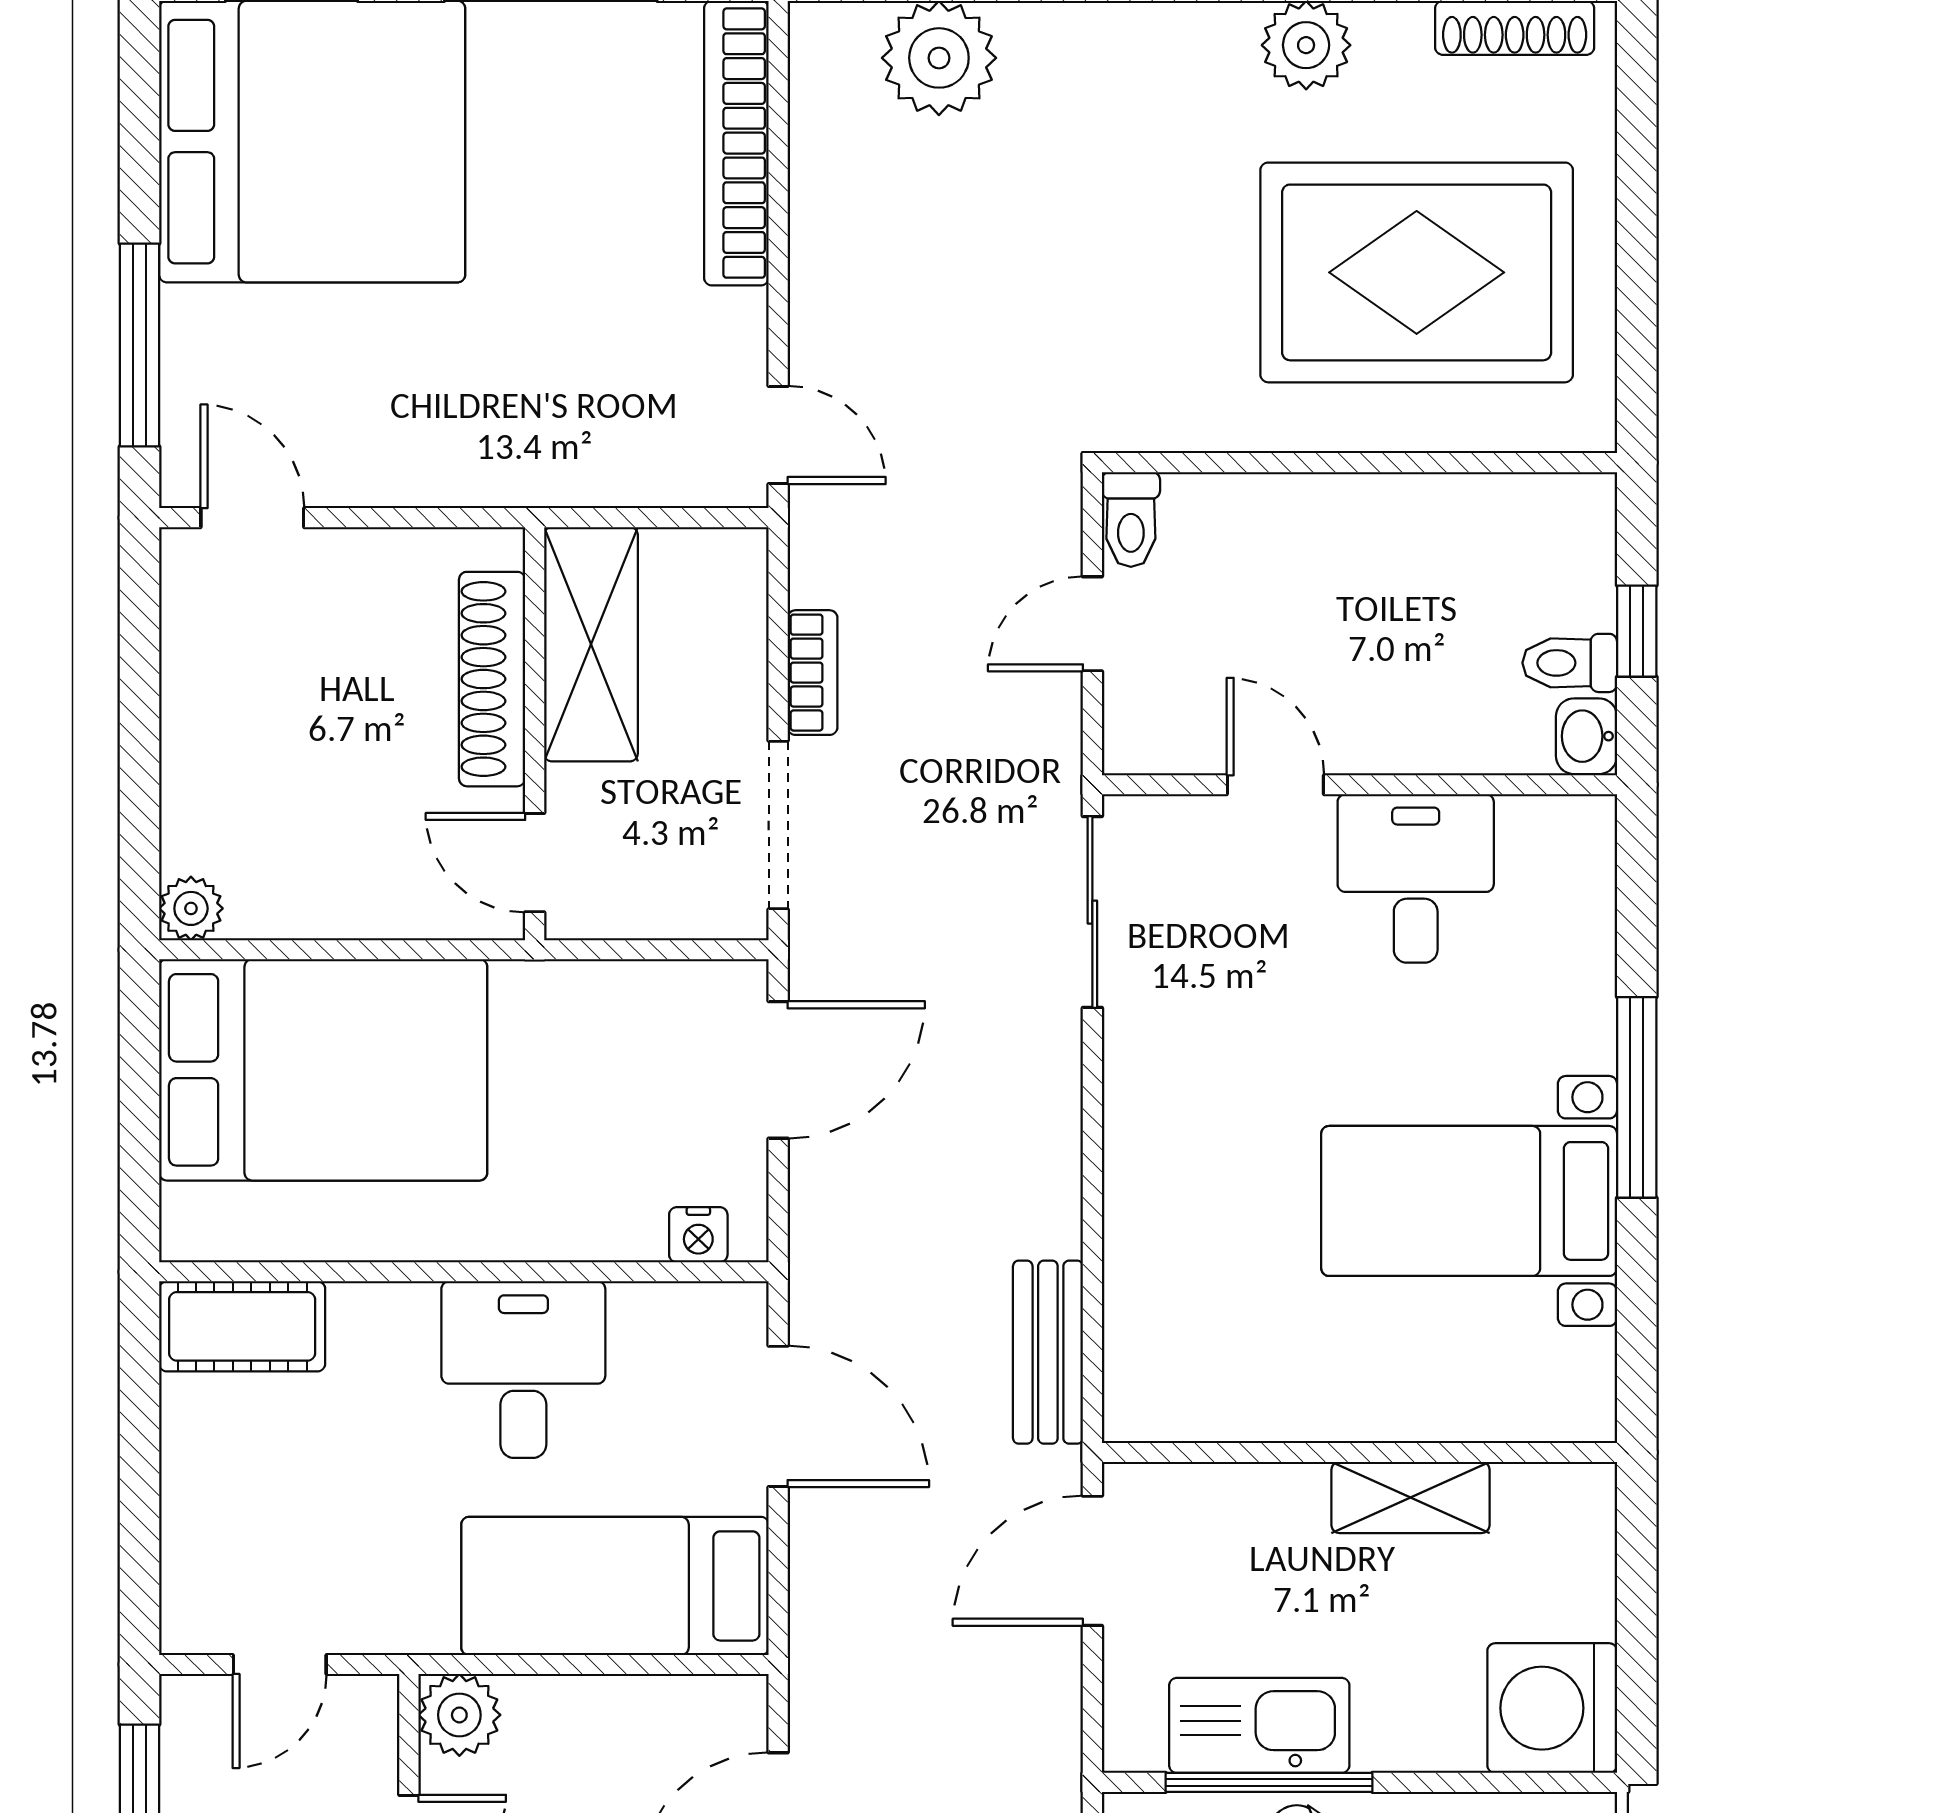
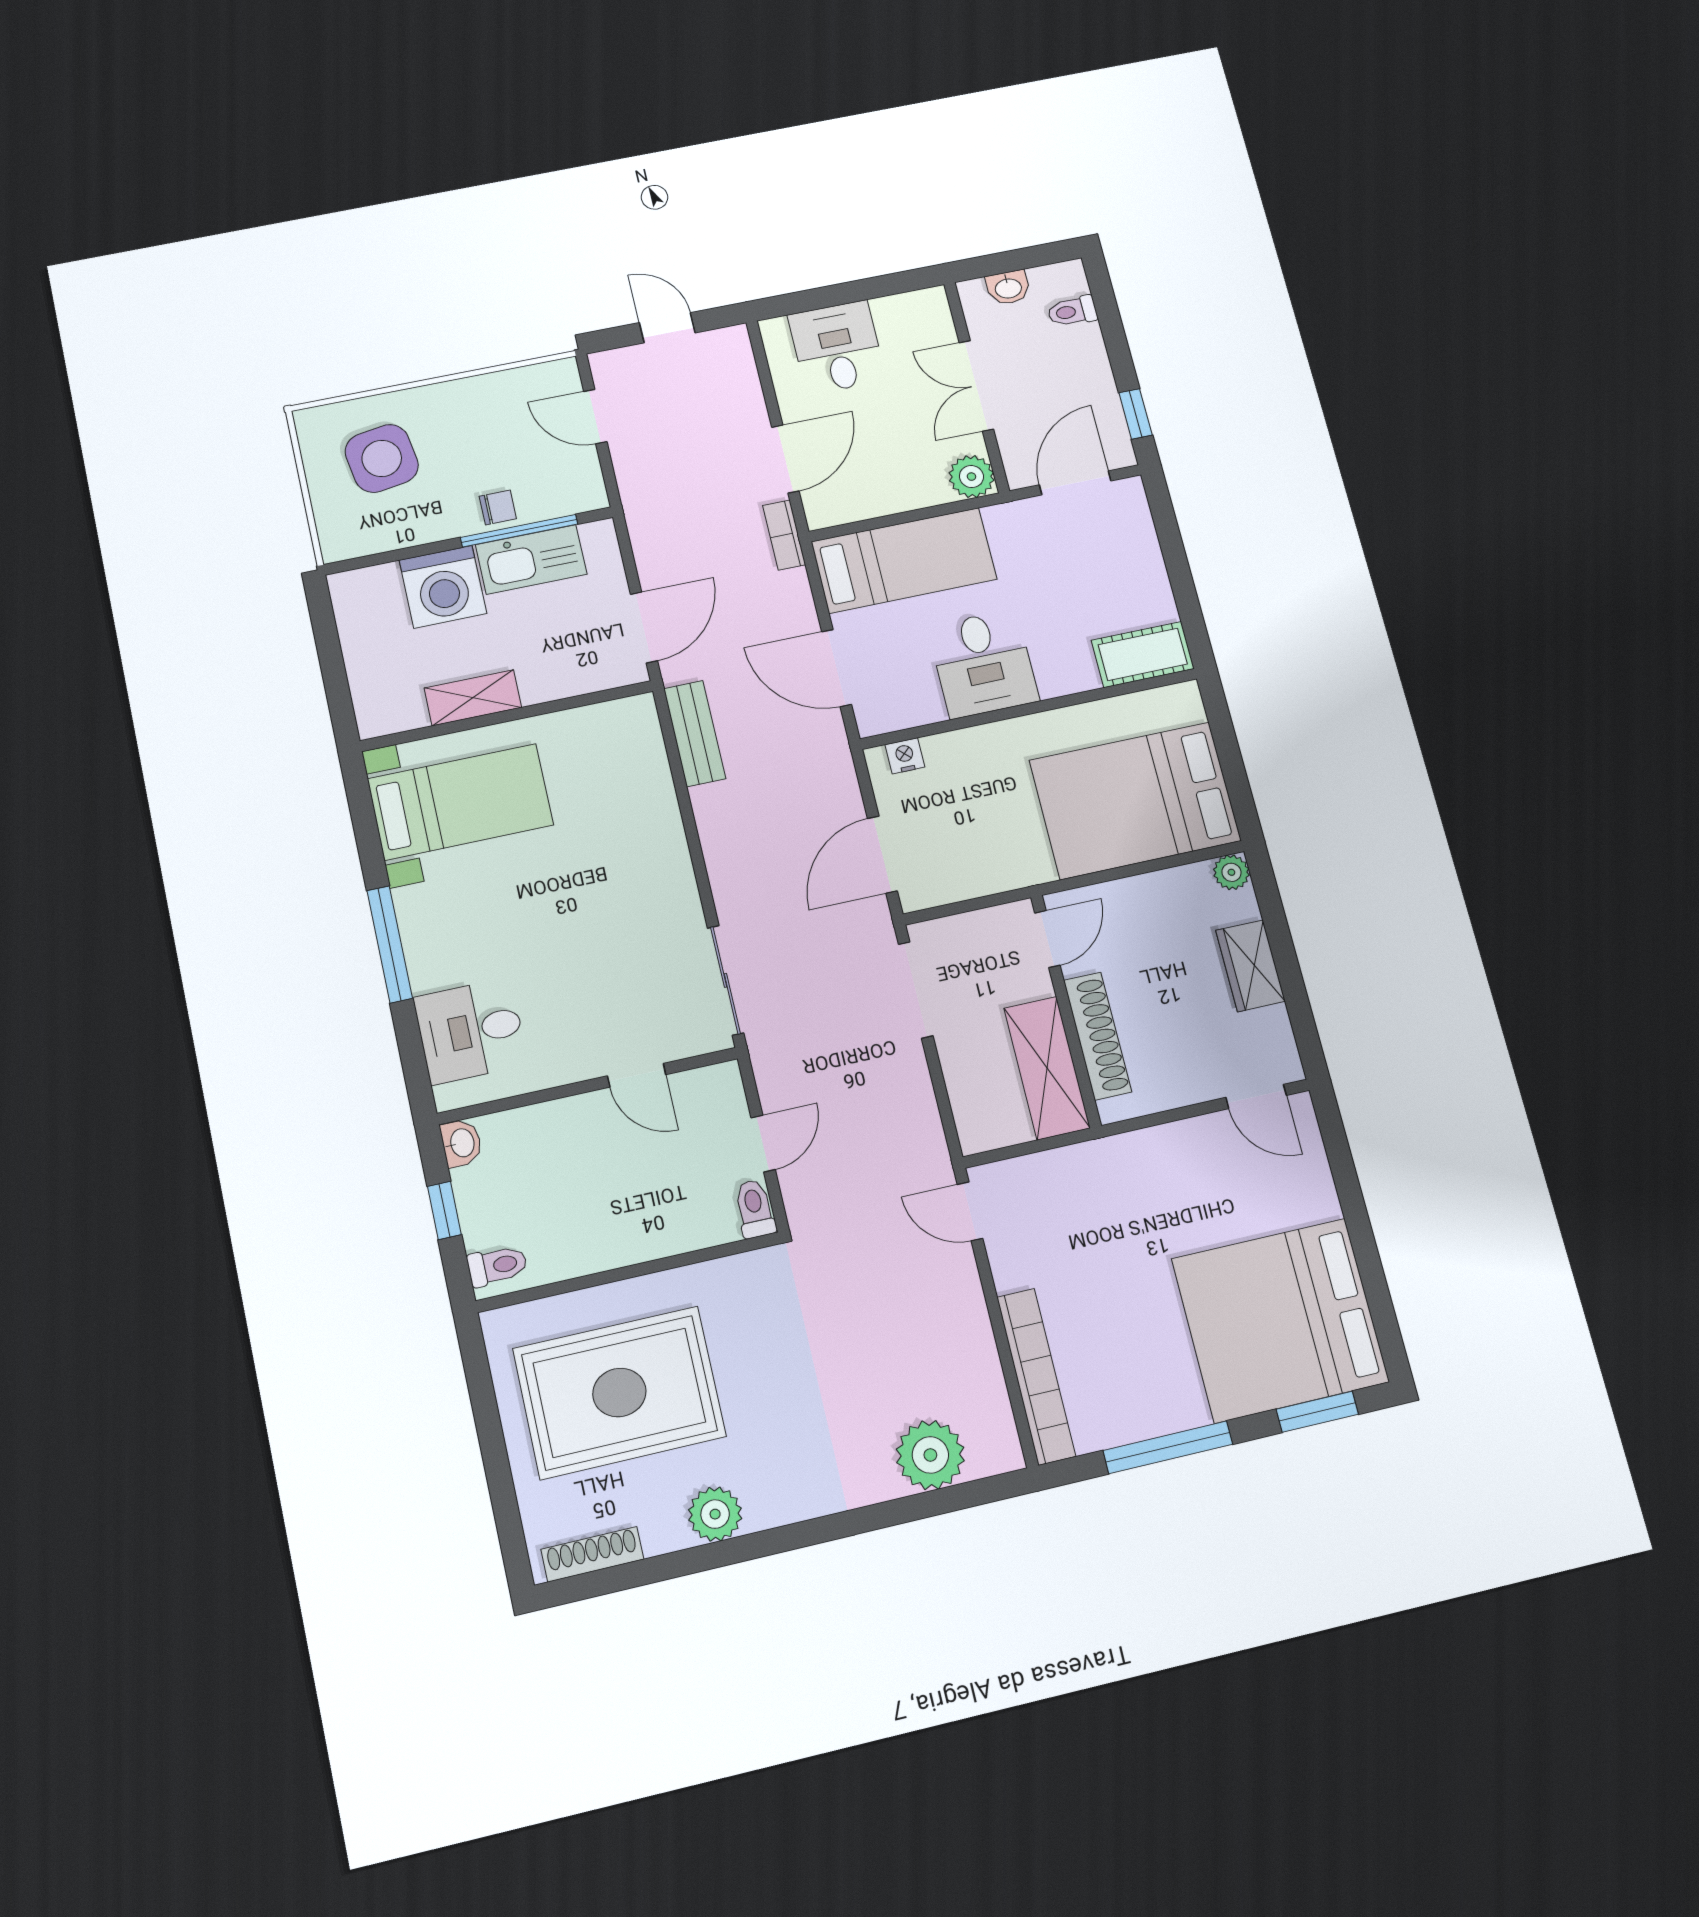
window: (139, 345) -> (1346, 1180), removed
toilet: (1570, 663) -> (497, 1266), moved
bookcase: (813, 673) -> (784, 535), moved
wardrobe: (202, 741) -> (1250, 966), added
door: (535, 863) -> (1047, 939), hinge flipped
desk: (1416, 878) -> (471, 1031), moved, turned 90
bed with nightstands: (1469, 1201) -> (460, 802), moved
door: (280, 1665) -> (1075, 483), width x1.38
washing machine: (1552, 1708) -> (443, 587), moved, turned 90

